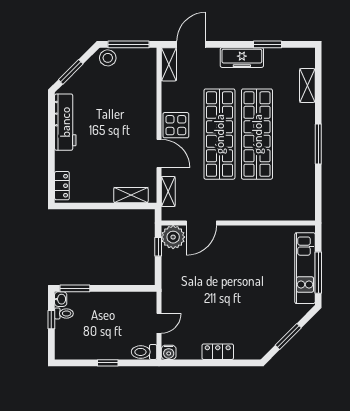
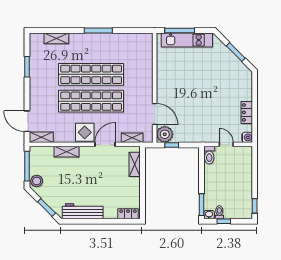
freezer: (242, 58) -> (36, 85), removed
shelving: (149, 100) -> (66, 152), added
window: (318, 273) -> (180, 31), moved
toilet: (144, 352) -> (209, 155), moved
locker: (218, 352) -> (247, 112), moved
window: (108, 363) -> (255, 206), moved

